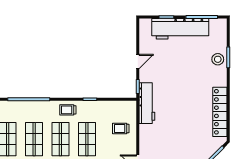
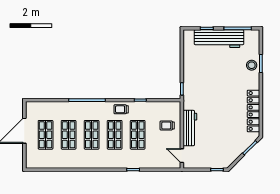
door: (138, 61) -> (182, 67), removed
workbench: (147, 103) -> (190, 128), moved

